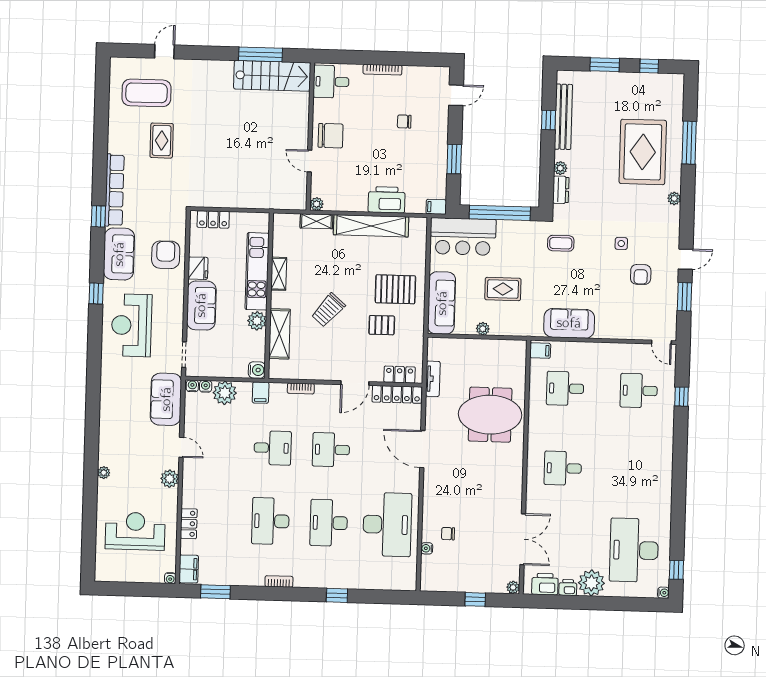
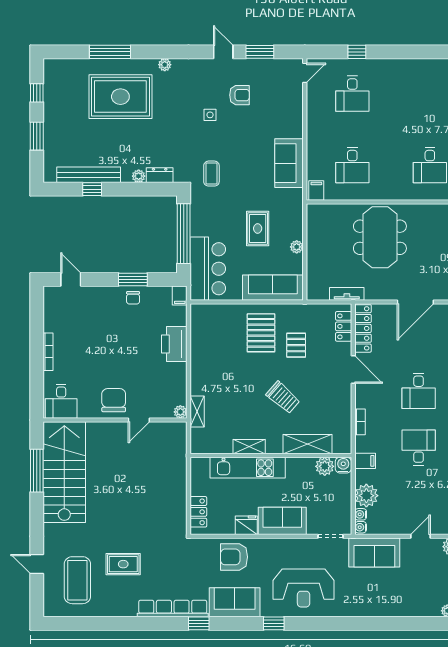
stairs: (272, 76) -> (64, 472), width x1.36, depth x1.51
chair: (404, 122) -> (133, 298), moved
shelving: (371, 226) -> (200, 358), removed
plant: (257, 321) -> (325, 466), moved

